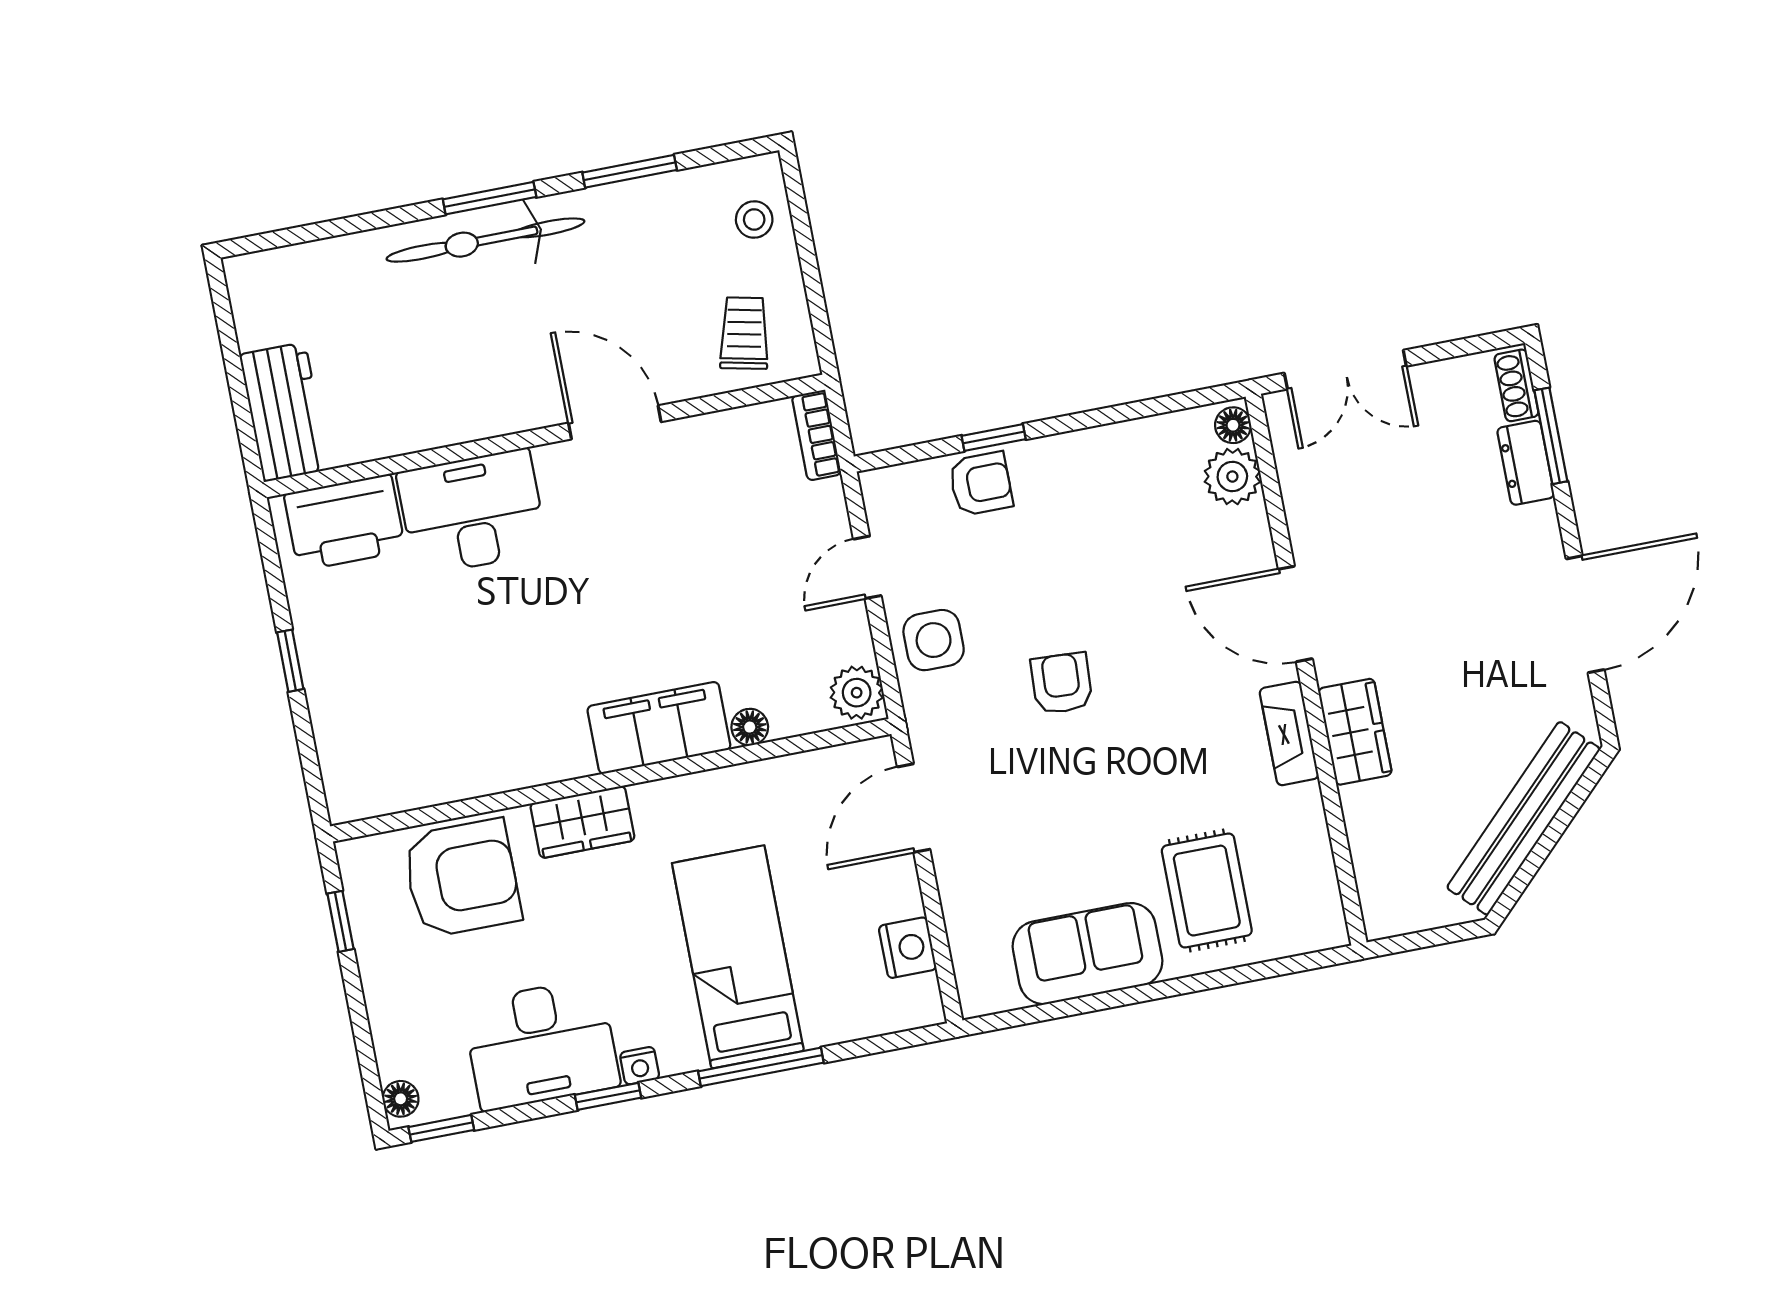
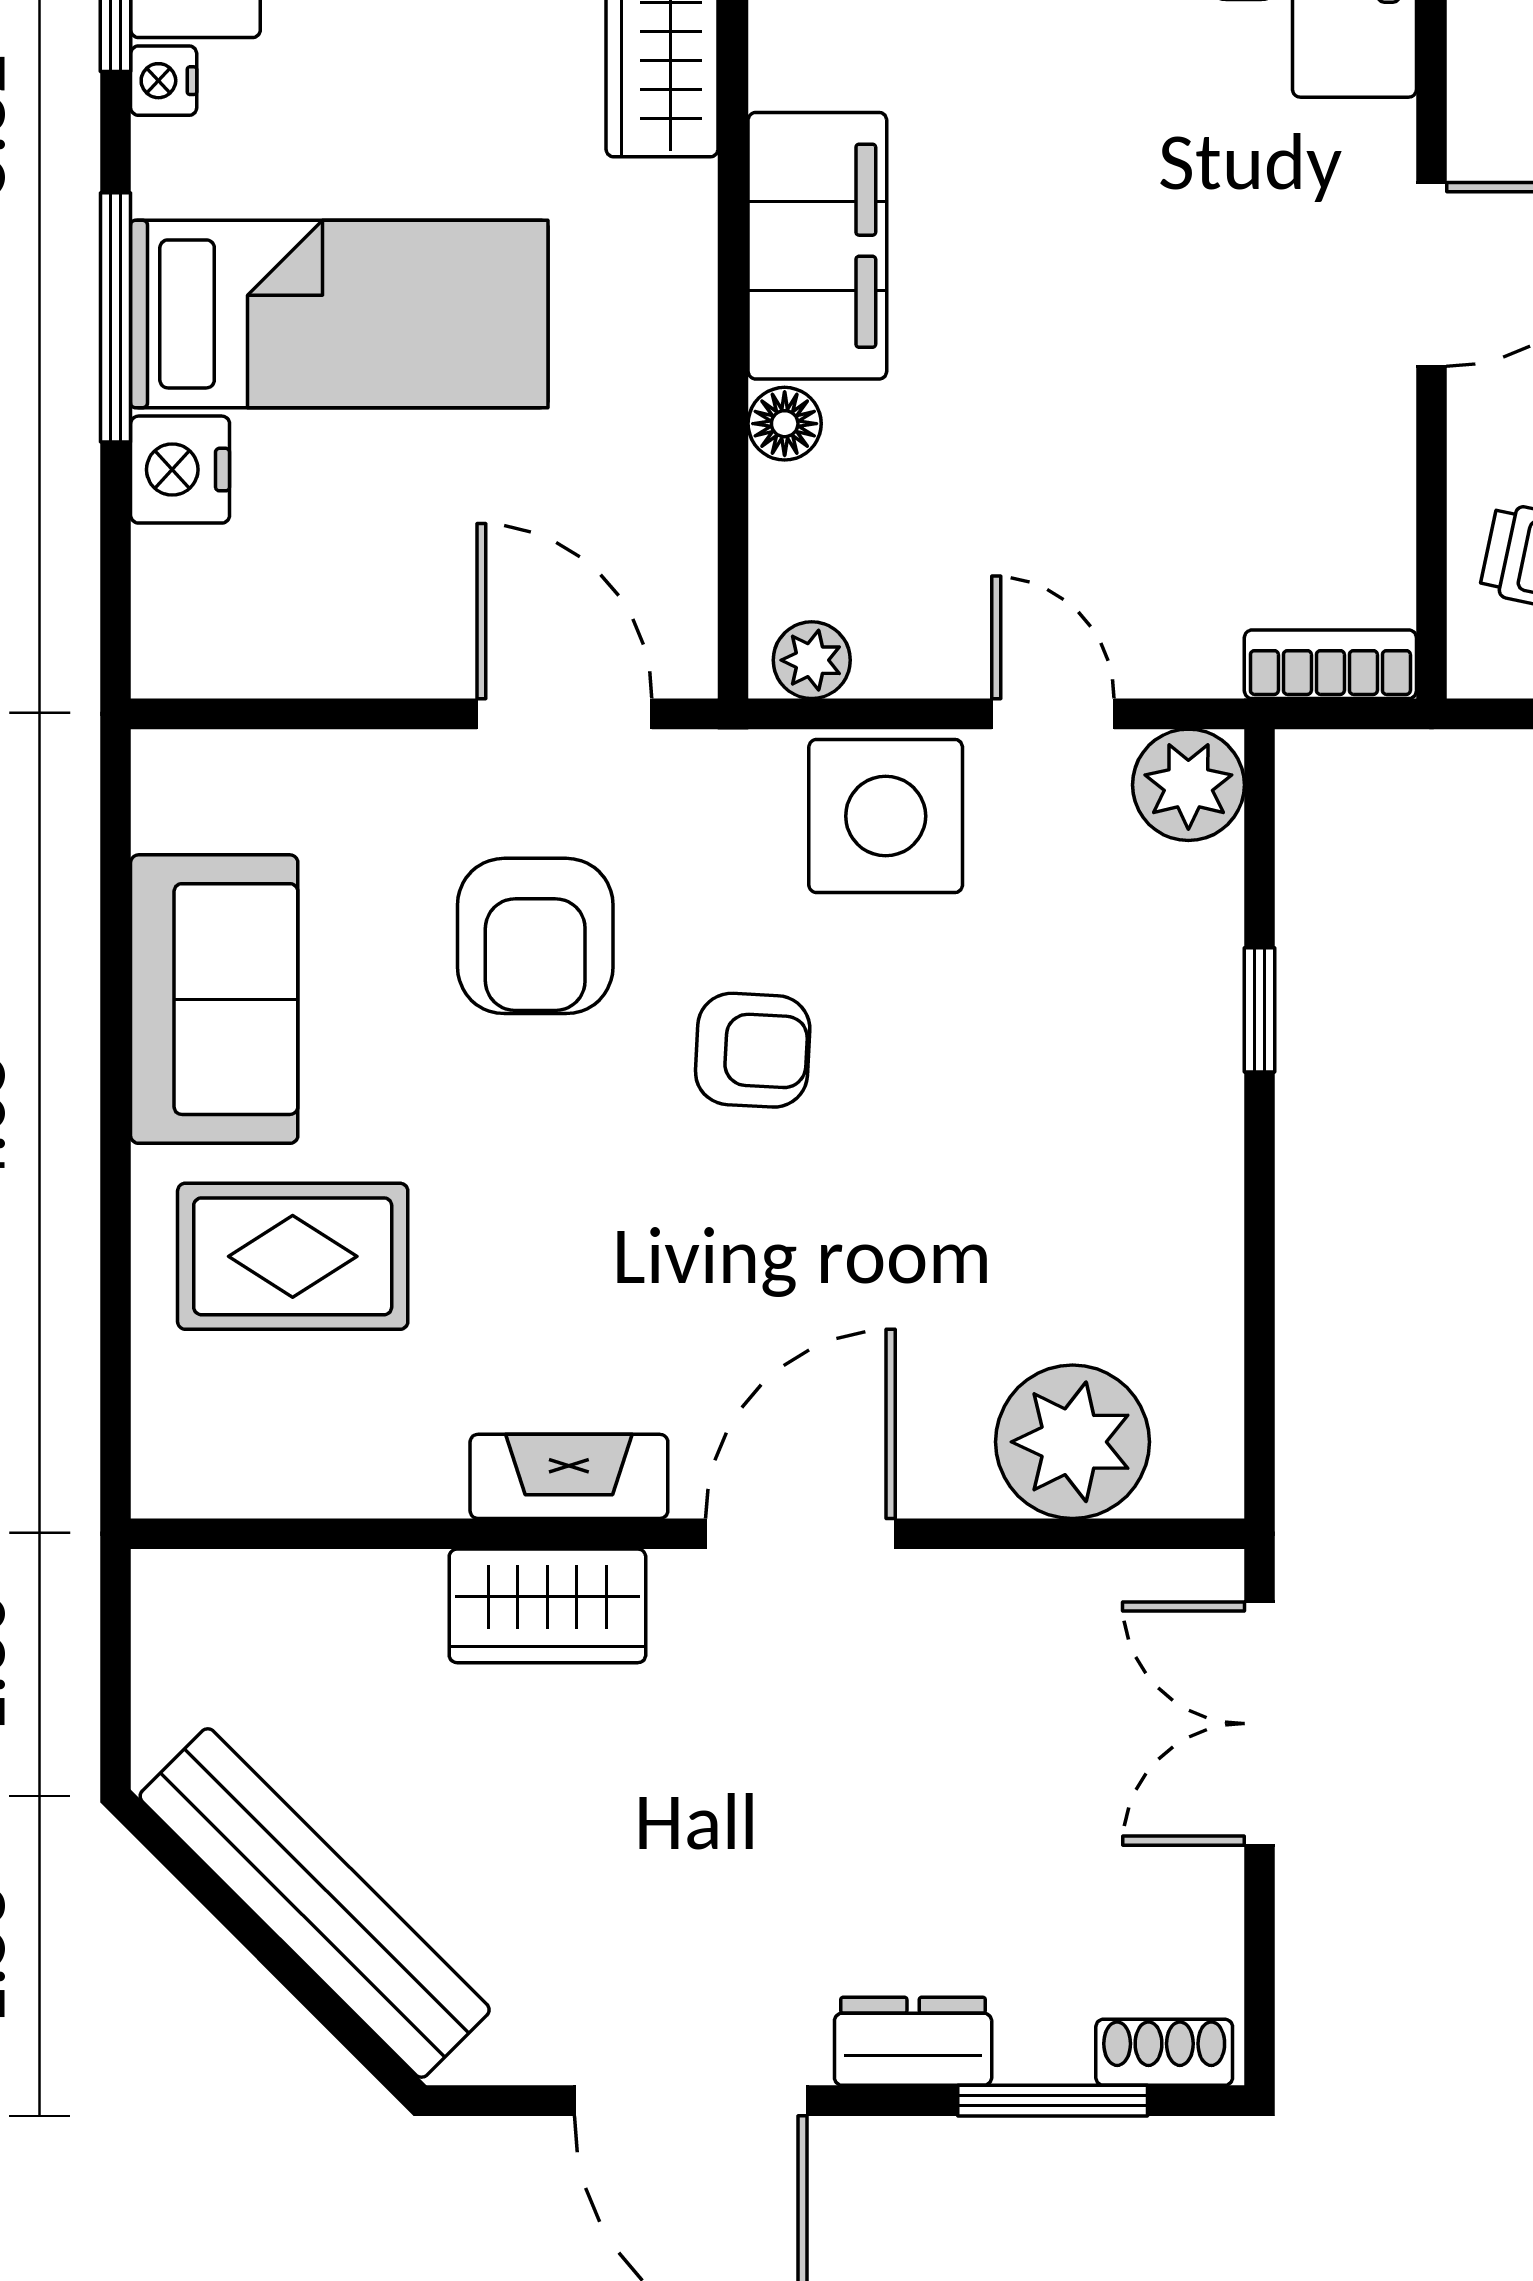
floor lamp: (1233, 425) -> (1193, 1483), removed
dresser: (1526, 463) -> (913, 2041), moved
plant: (1232, 477) -> (1073, 1442), width x1.36, depth x1.36
armchair: (981, 484) -> (535, 936), moved, width x1.38, depth x1.38
plant: (889, 494) -> (1188, 785), added
side table: (934, 640) -> (886, 816), width x1.37, depth x1.37
plant: (857, 693) -> (812, 660), width x0.73, depth x0.73
nightstand: (908, 948) -> (180, 470), moved, turned 90

